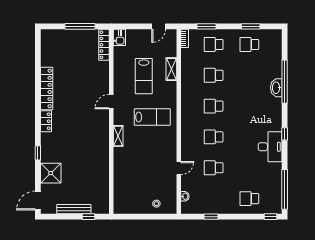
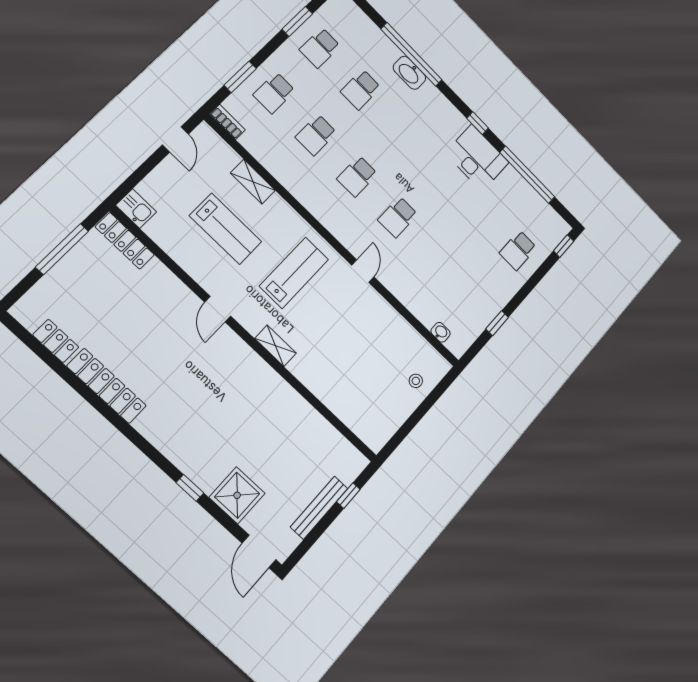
locker: (46, 121) -> (56, 341), moved
door: (179, 168) -> (363, 271), moved
school desk: (214, 168) -> (361, 90), moved
window: (285, 189) -> (527, 175), moved

